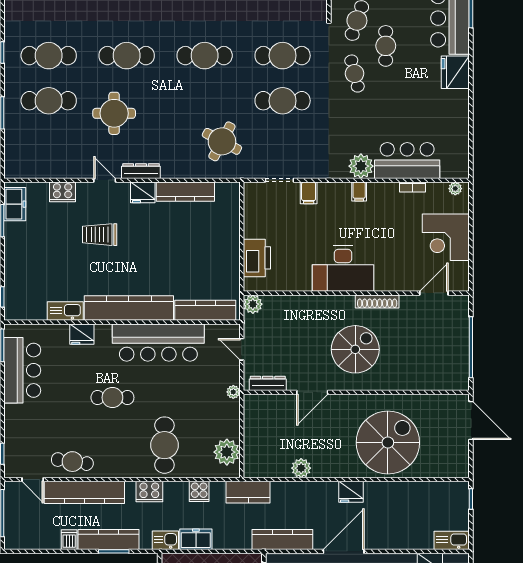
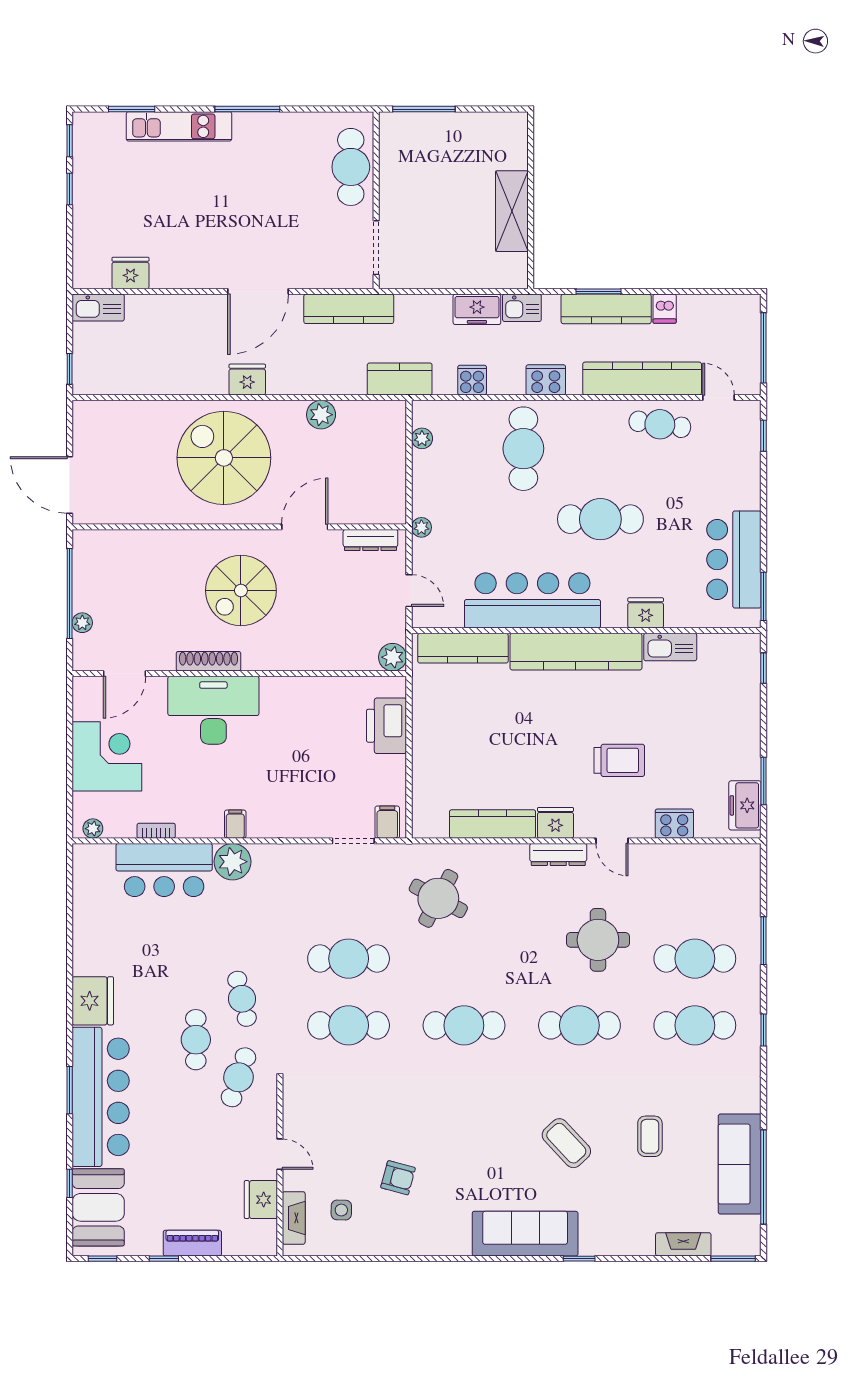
filing cabinet: (309, 193) -> (387, 822), moved
desk: (343, 268) -> (213, 710), moved
plant: (462, 328) -> (82, 623), added
cafe table: (112, 398) -> (600, 519), width x1.37, depth x1.35
spiral stairs: (388, 443) -> (224, 458), moved, turned 90
plant: (227, 452) -> (422, 438), width x0.53, depth x0.53

